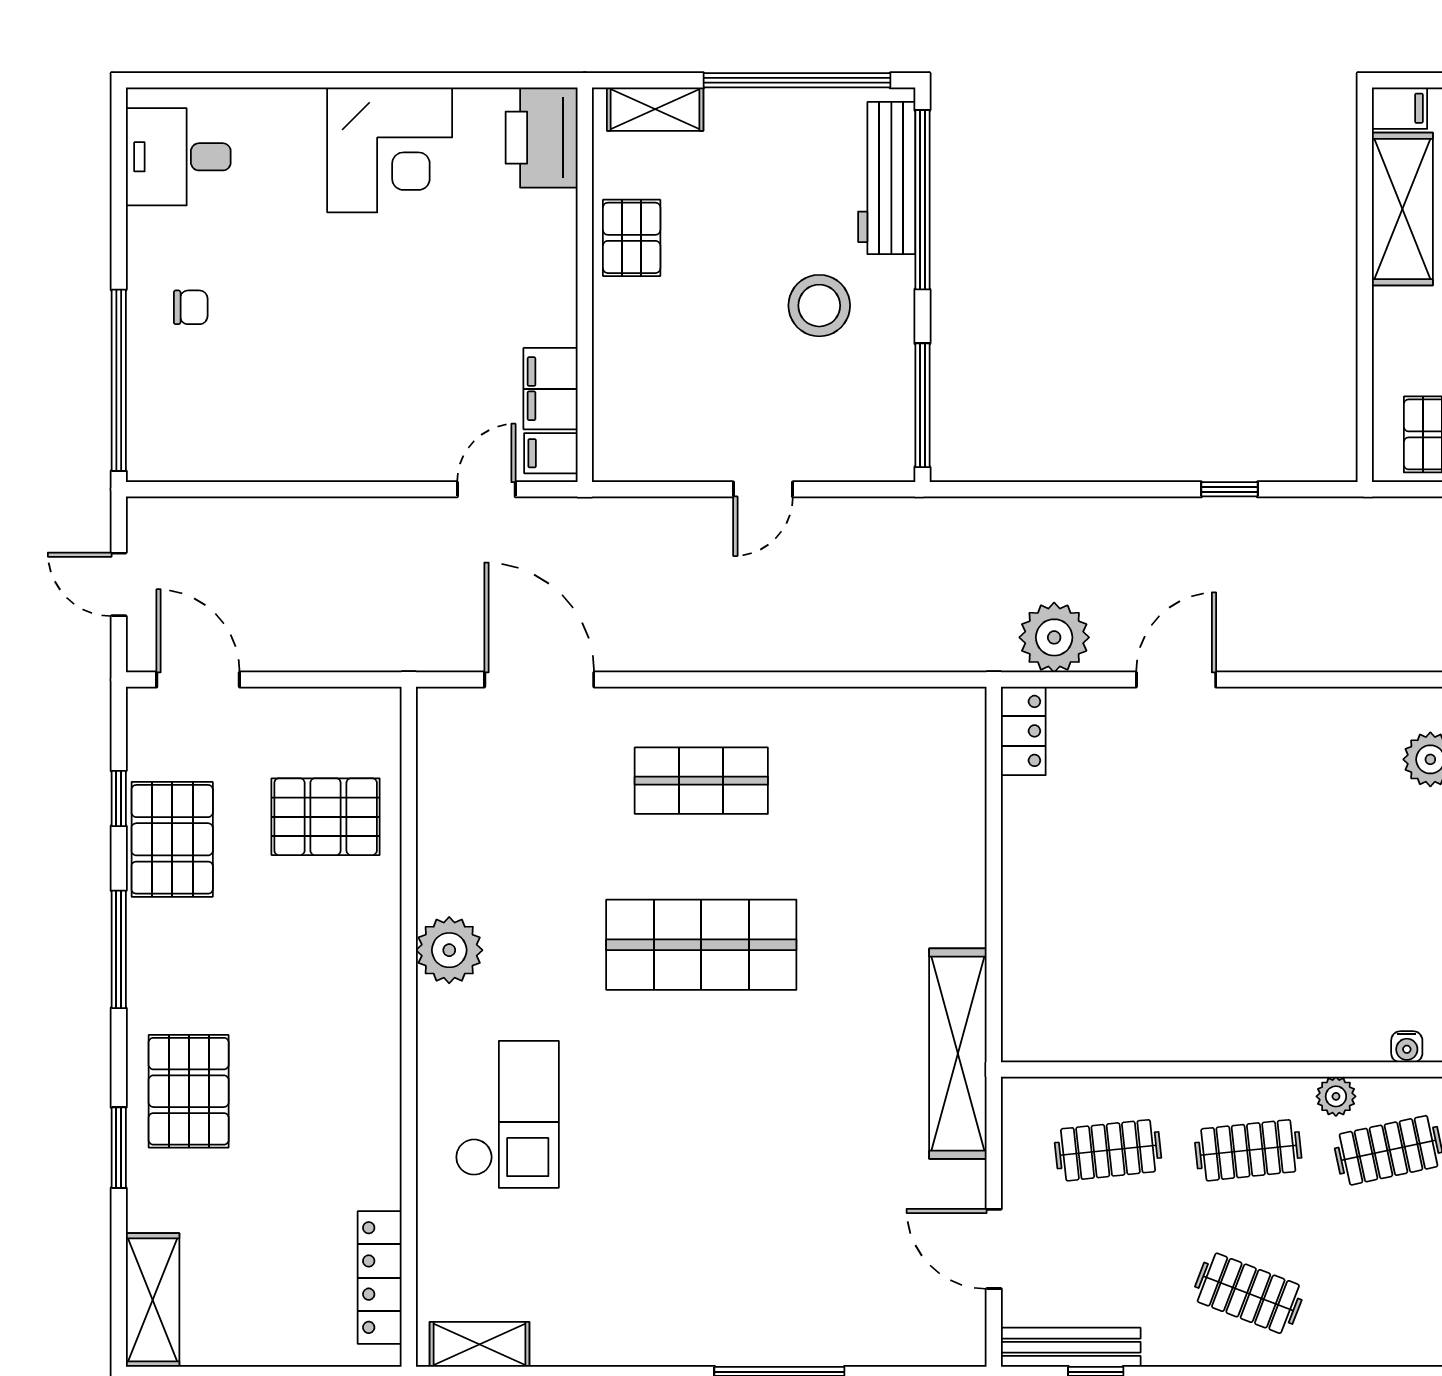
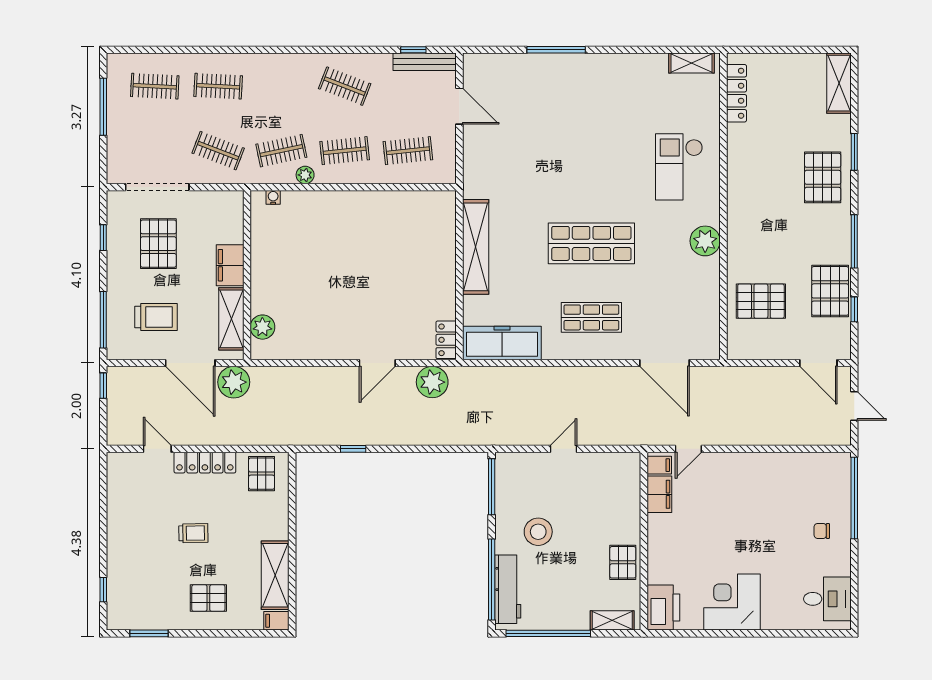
freezer: (900, 724) -> (502, 343), added
shelving: (958, 1054) -> (476, 247), moved

